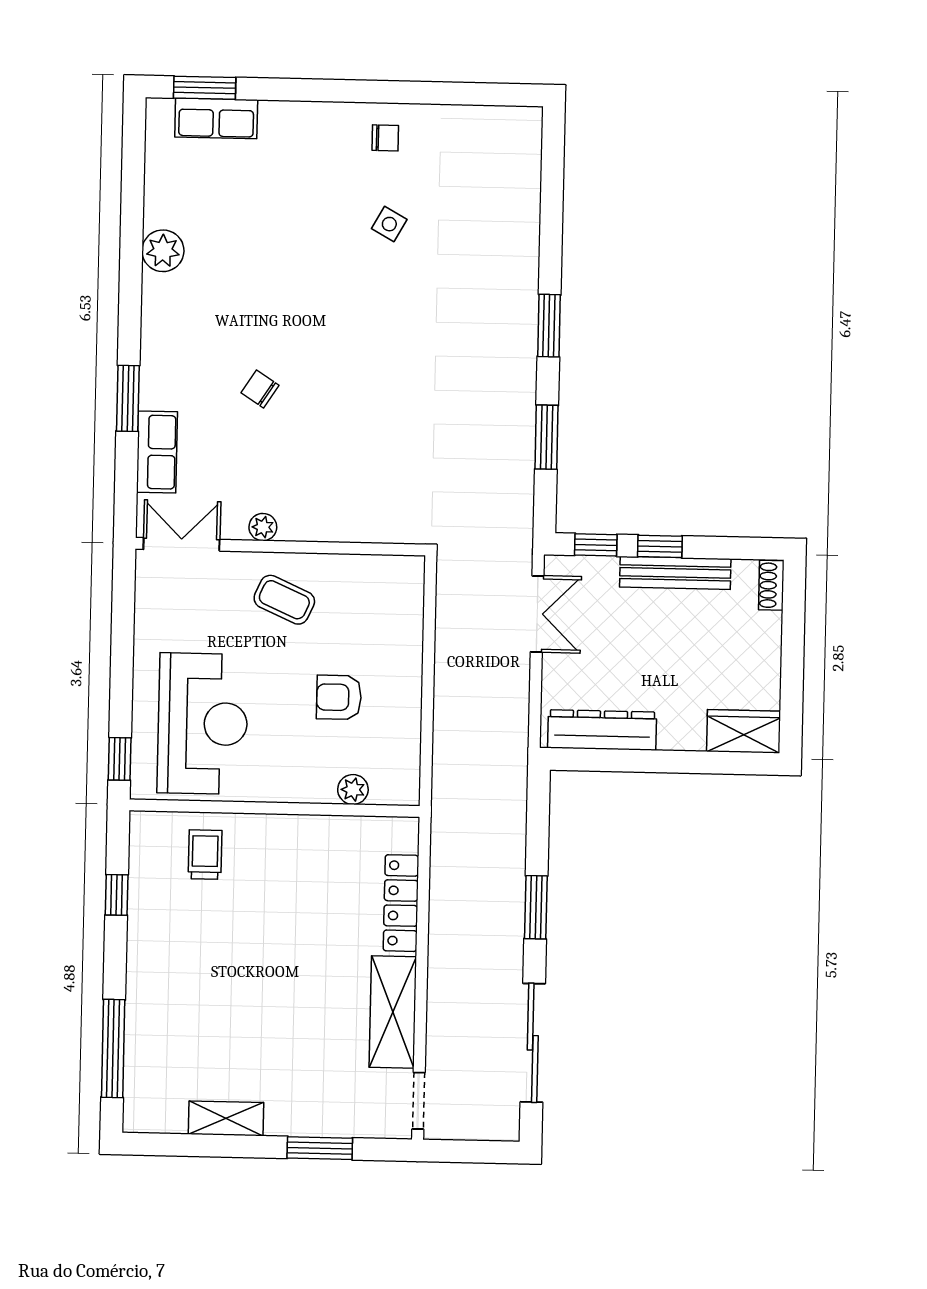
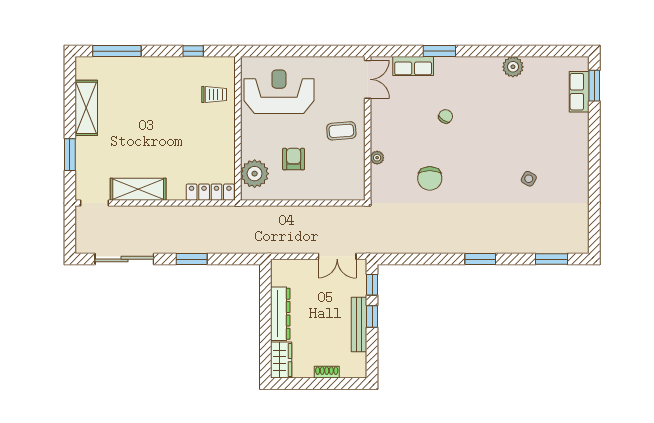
chair: (385, 138) -> (430, 178), moved, width x1.87, depth x1.87
window: (546, 437) -> (552, 259), moved
plant: (263, 527) -> (377, 158), moved
shoe rack: (771, 585) -> (327, 372), moved
coffee table: (284, 600) -> (341, 131), turned 61
reception desk: (203, 724) -> (279, 92), turned 180
dresser: (602, 730) -> (280, 314), moved
window: (120, 759) -> (261, 51), removed
plant: (353, 790) -> (255, 174), width x1.87, depth x1.87
locker: (401, 903) -> (210, 192), moved
shelving: (226, 1118) -> (86, 108), width x1.50, depth x1.33

